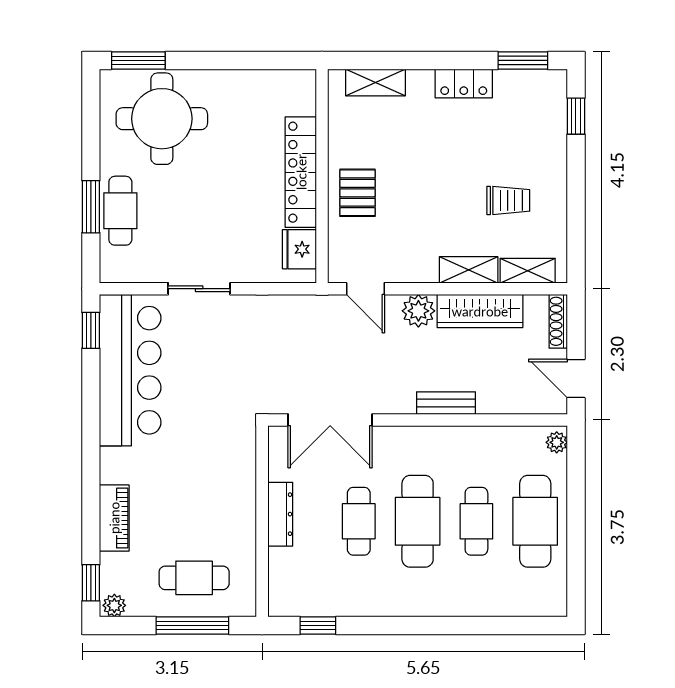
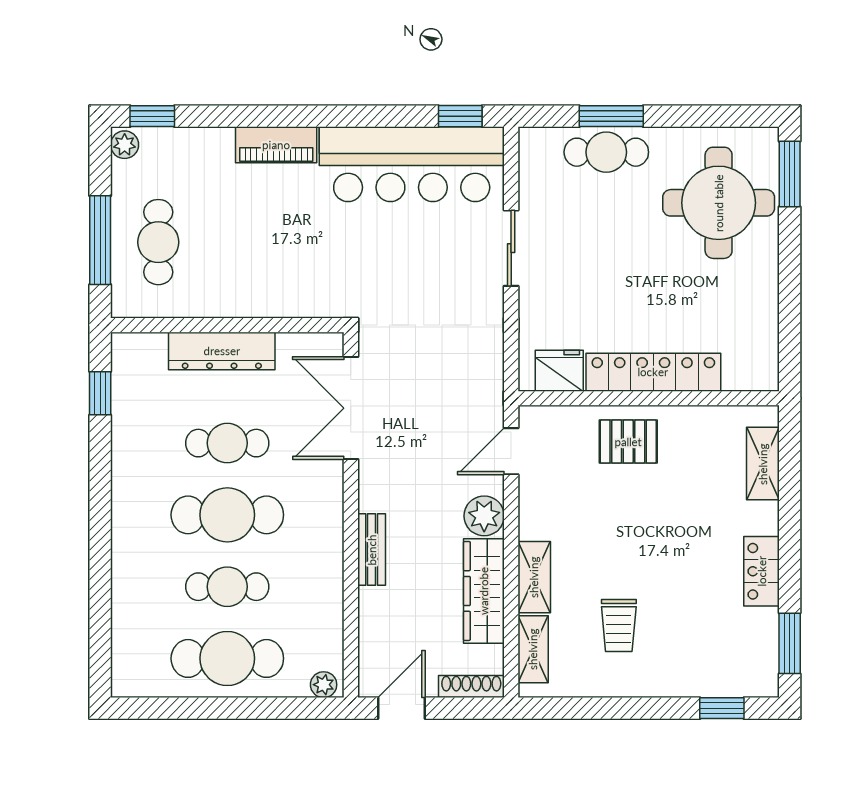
dresser: (280, 514) -> (222, 351), width x1.37, depth x1.24
piano: (114, 518) -> (276, 145), moved

